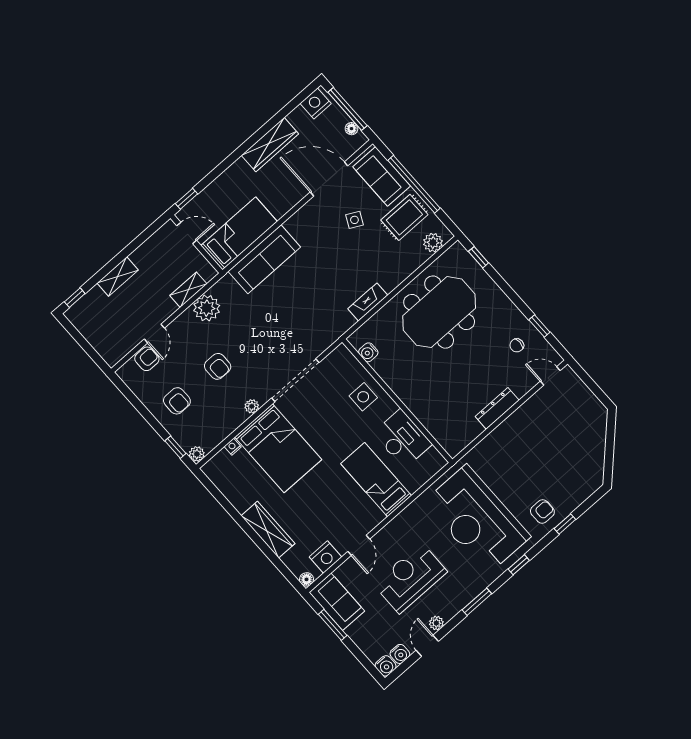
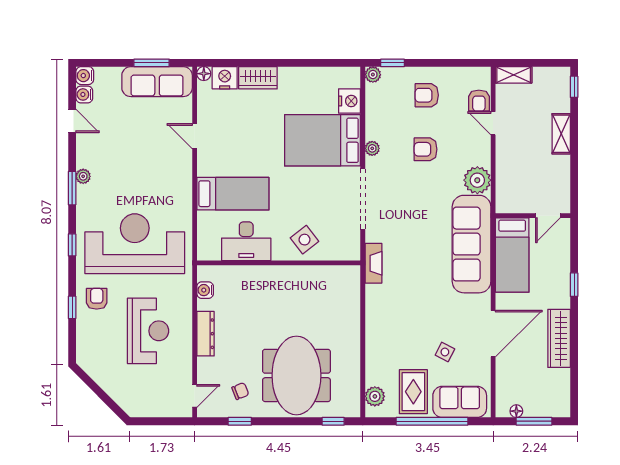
nightstand: (316, 103) -> (560, 401), removed
window: (347, 109) -> (534, 421), width x0.69
door: (329, 179) -> (493, 334), moved
window: (186, 199) -> (574, 285), moved
sofa: (264, 259) -> (472, 244), width x1.36, depth x1.27
shelving: (188, 290) -> (514, 75), moved, turned 90
fireplace: (368, 302) -> (373, 263), moved
meeting table: (439, 312) -> (296, 375), moved
chair: (517, 345) -> (240, 391), turned 68
water cooler: (368, 352) -> (205, 290), moved, turned -90
side table: (363, 397) -> (305, 240), turned -38
nightstand: (233, 447) -> (350, 101), width x1.89, depth x1.79
armchair: (542, 511) -> (97, 299), turned 180
wardrobe: (268, 530) -> (258, 78), width x0.67
nightstand: (326, 557) -> (225, 78), moved, turned 90
reception desk: (410, 578) -> (148, 331), moved
sofa: (337, 602) -> (157, 82), width x1.36
plant: (436, 623) -> (83, 176), moved

